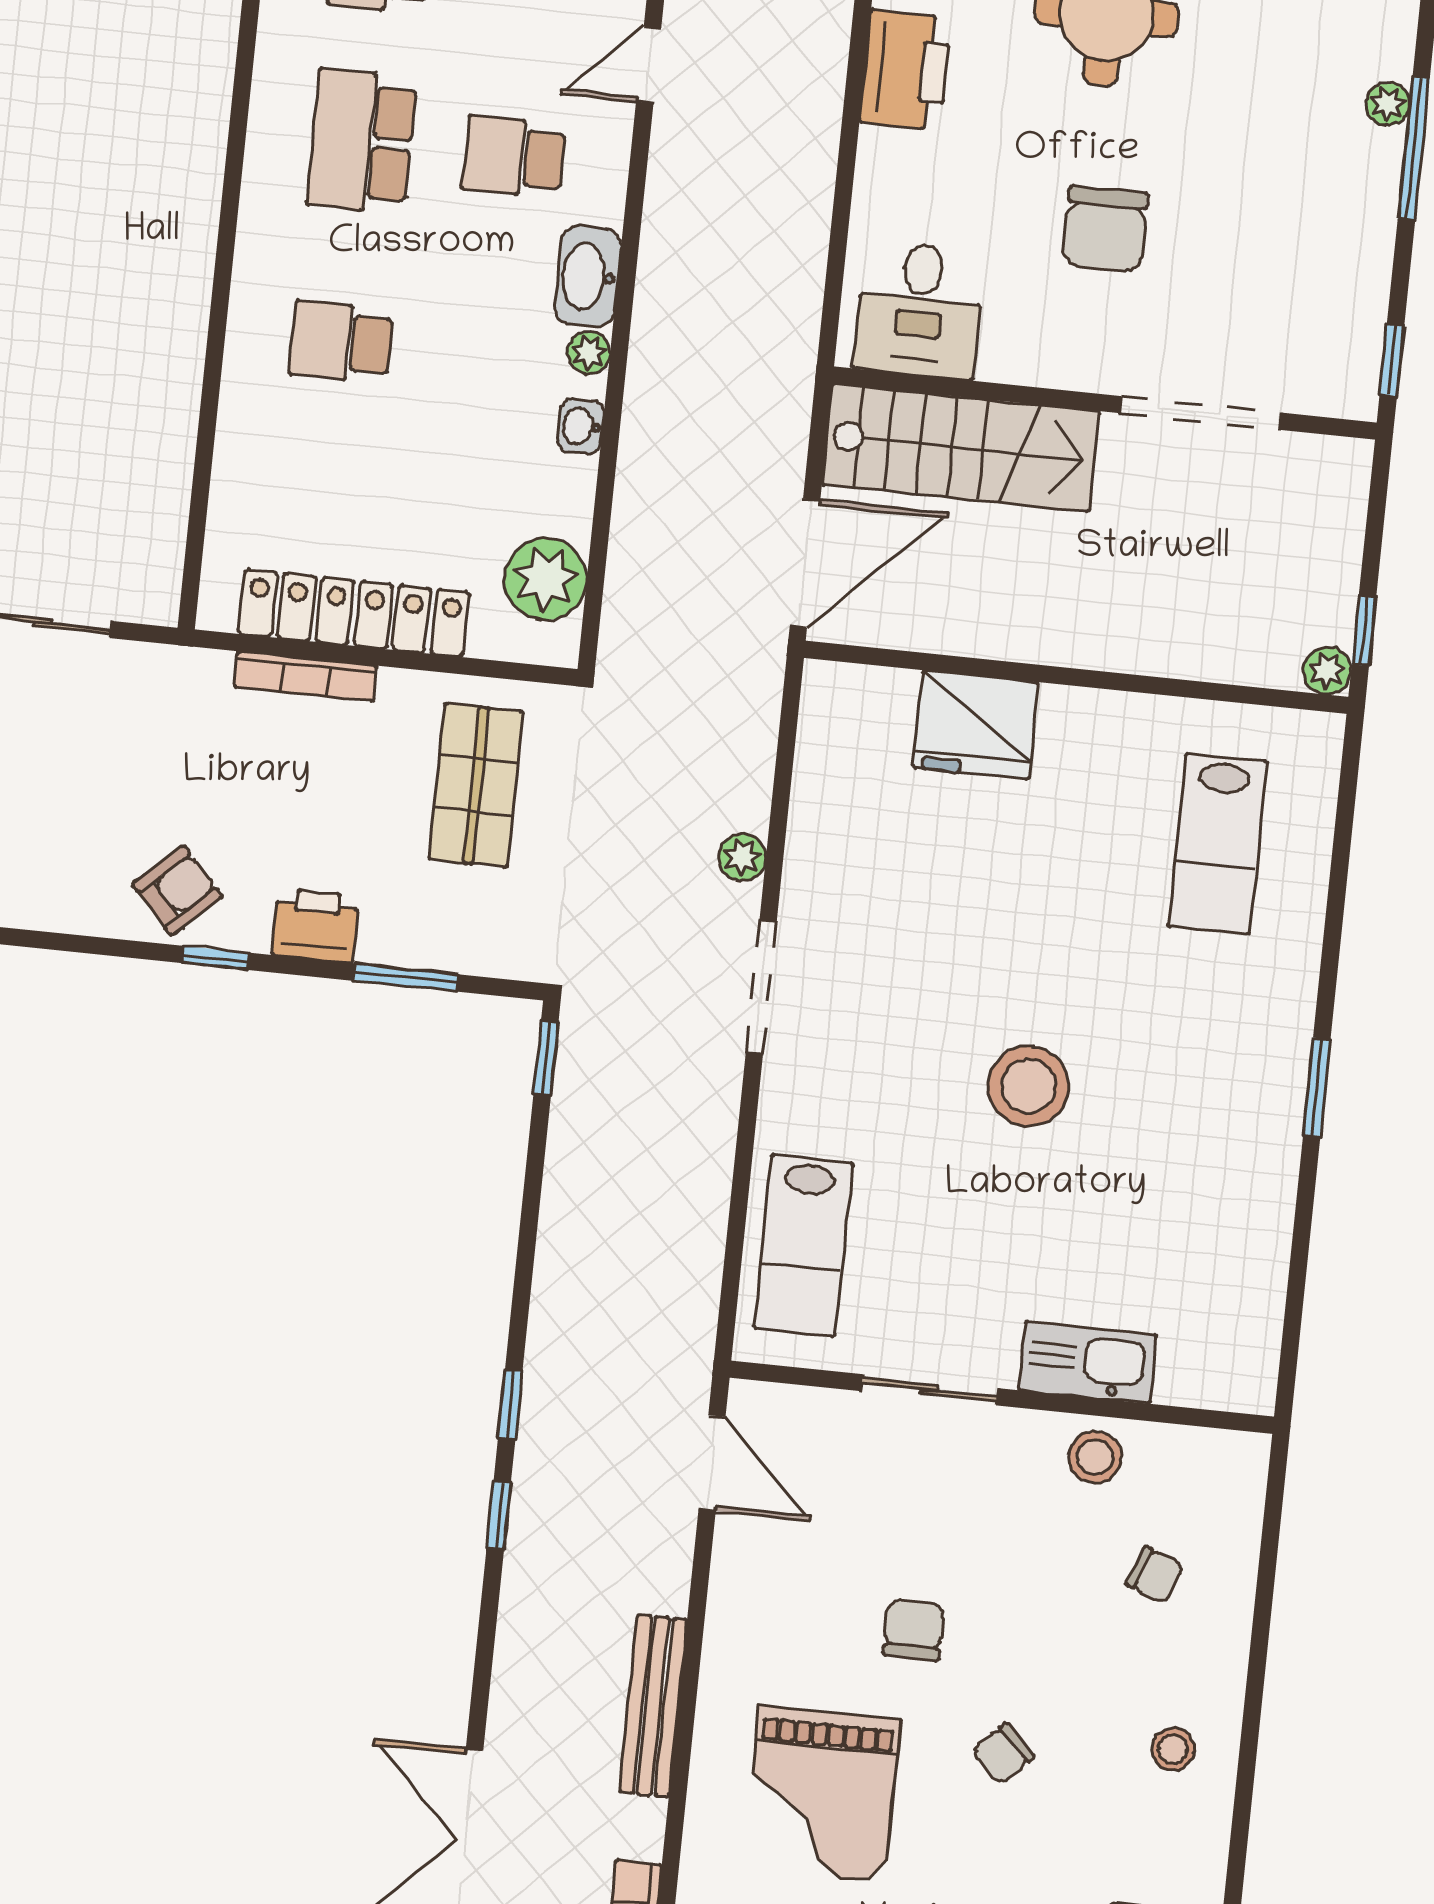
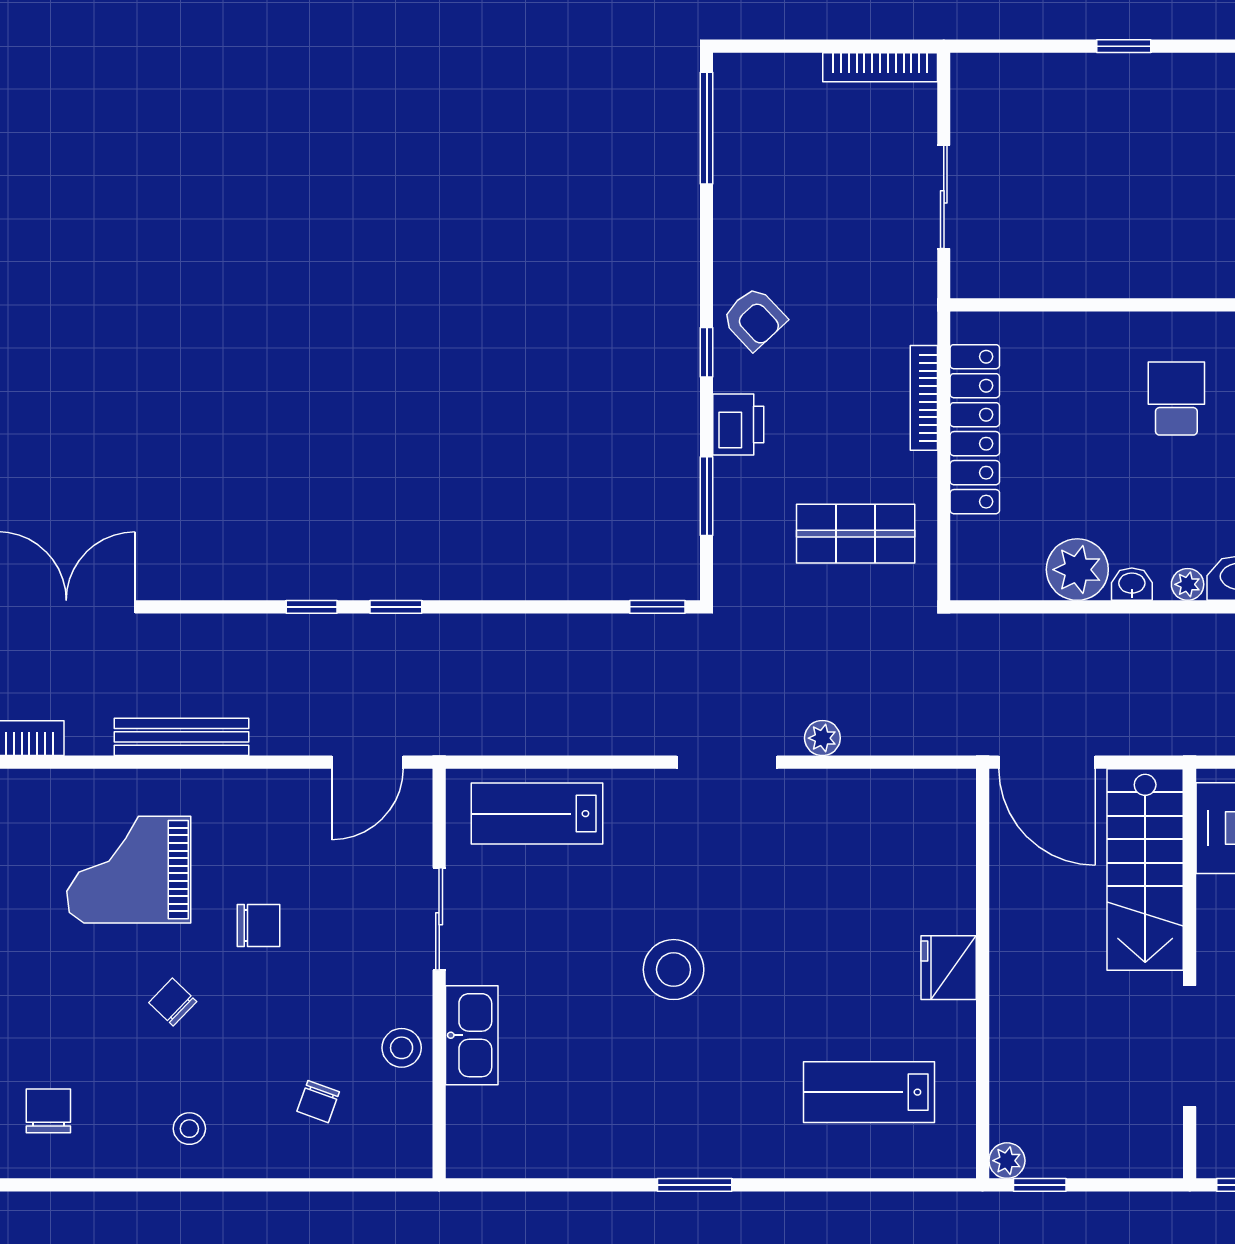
plant: (546, 579) -> (1077, 570), moved
fridge: (976, 725) -> (949, 968), moved, width x0.73, depth x0.75

